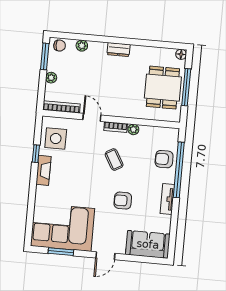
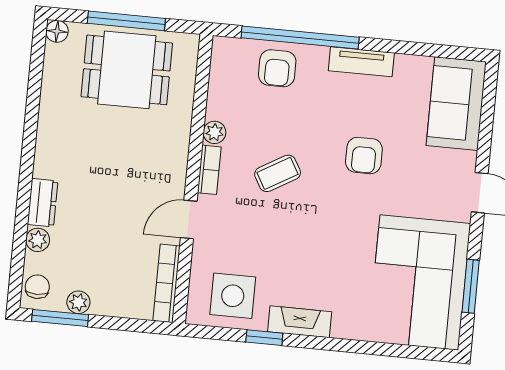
dresser: (119, 50) -> (43, 203), moved
plant: (51, 78) -> (78, 302), moved

